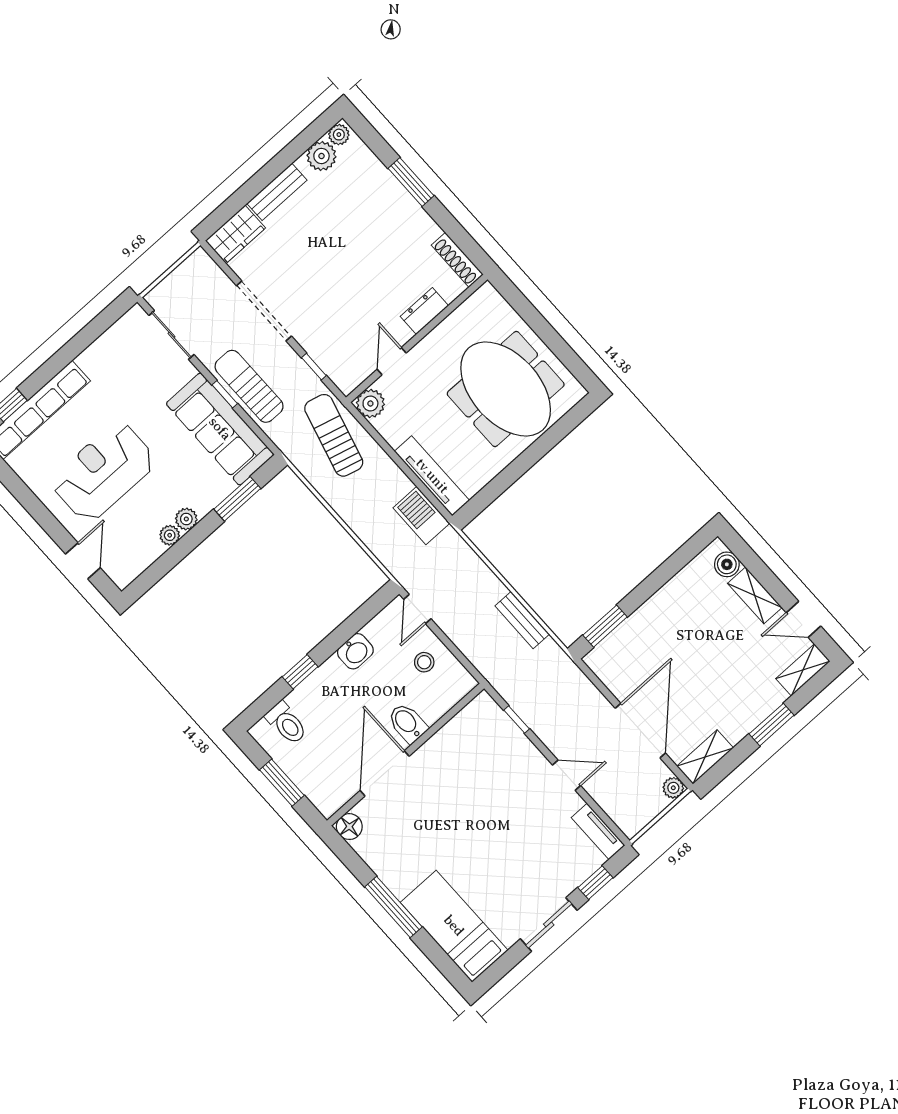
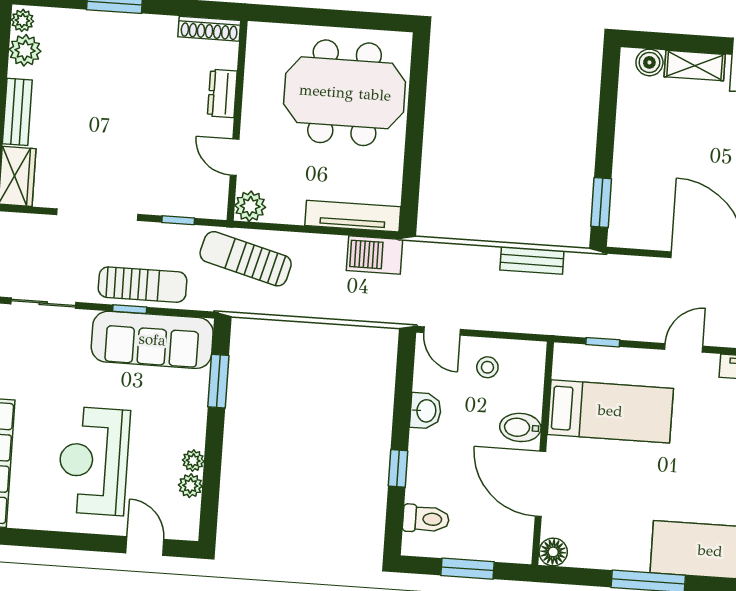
sun lounger: (249, 386) -> (143, 285), turned 180
plant: (186, 519) -> (190, 486), moved
bed: (477, 770) -> (610, 411), added

